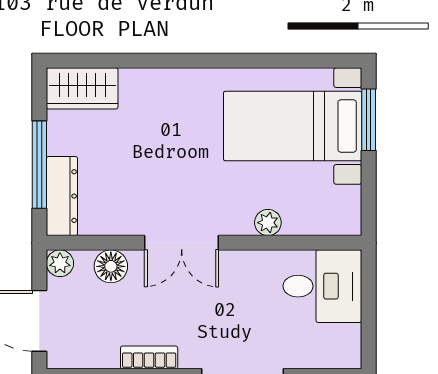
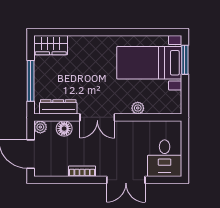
dresser: (62, 196) -> (58, 107), moved, turned -90
desk: (322, 286) -> (165, 158), moved, turned 90

